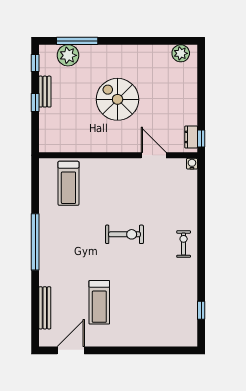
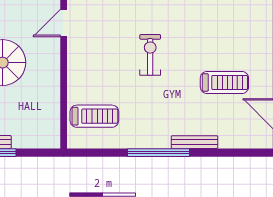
bench: (45, 308) -> (195, 142), moved

